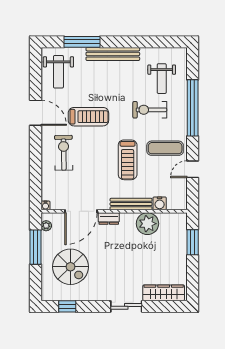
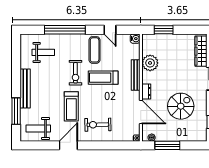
weight bench: (58, 72) -> (38, 128), turned 180
exercise bike: (150, 110) -> (75, 73), moved
treadmill: (88, 117) -> (71, 106), turned 180
treadmill: (128, 160) -> (103, 78), turned 180
water cooler: (160, 203) -> (135, 39), moved
spiral stairs: (70, 267) -> (181, 106), moved

